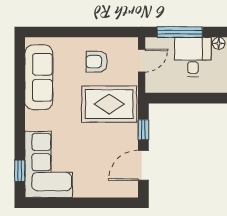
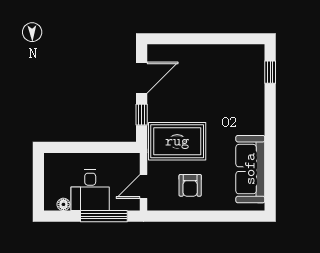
armchair: (97, 62) -> (190, 185), turned 90
corner sofa: (49, 164) -> (240, 79), removed

